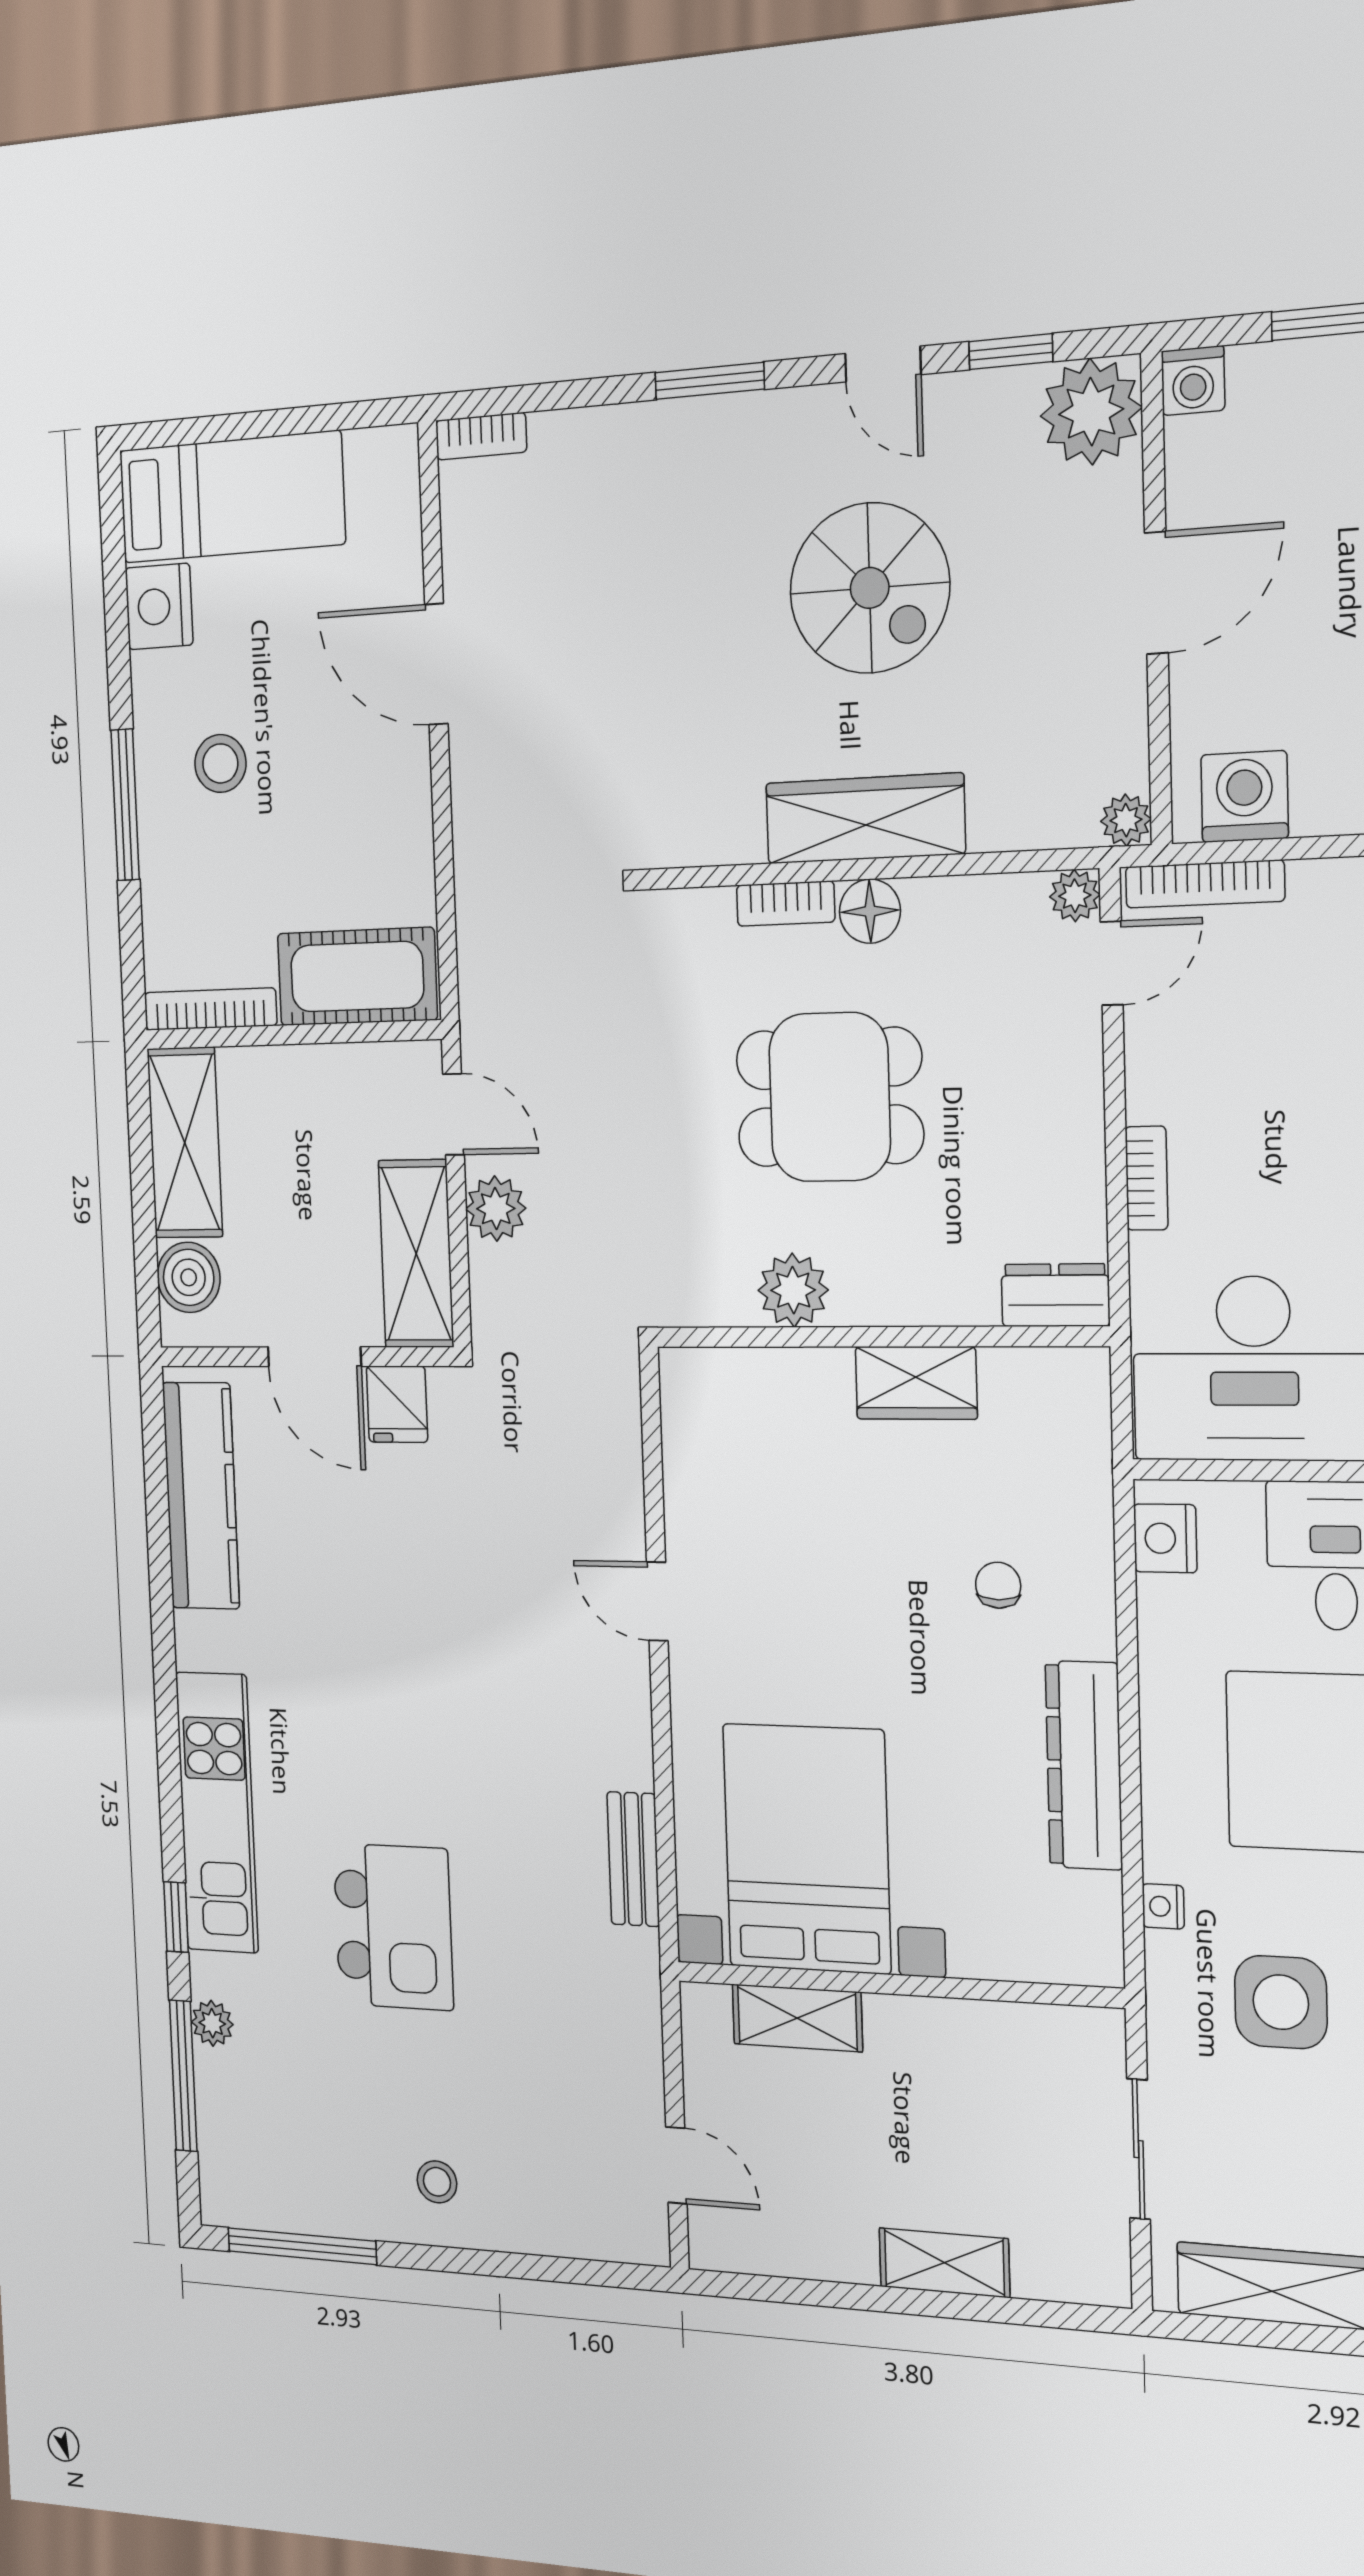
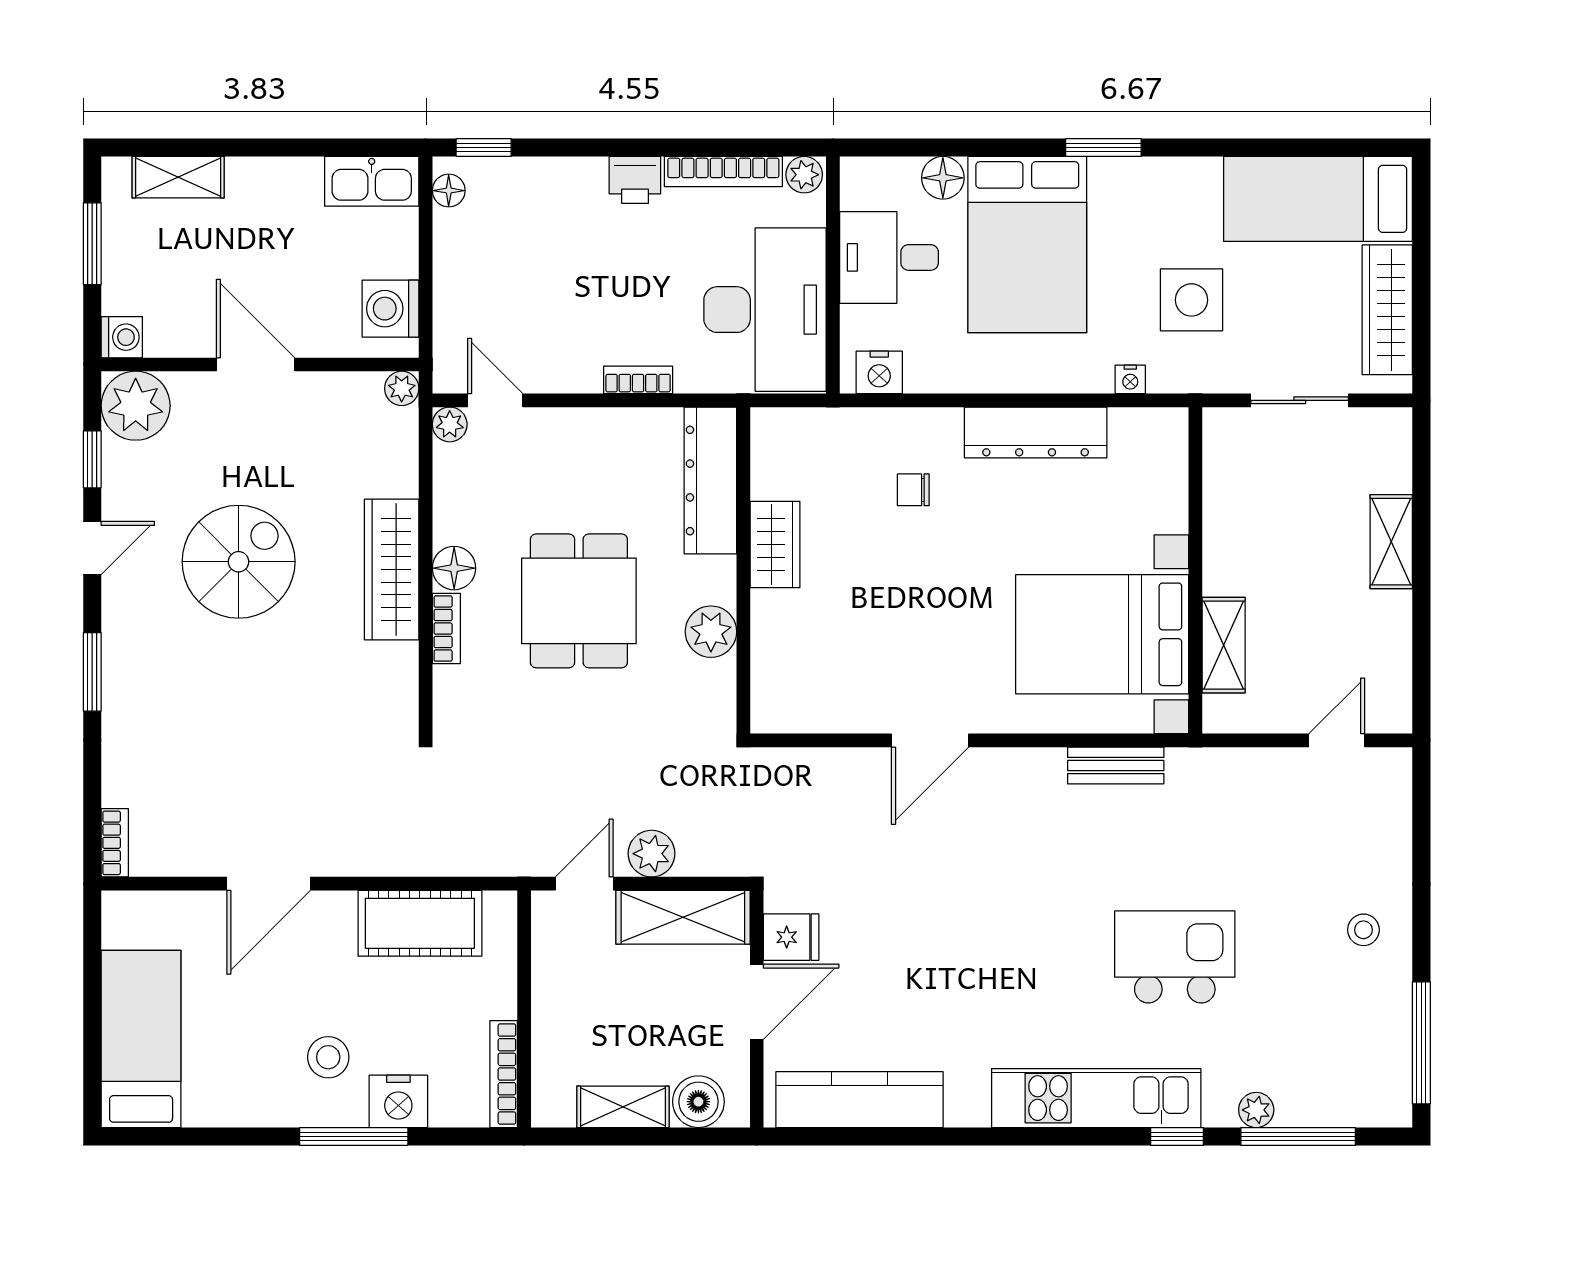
nightstand: (159, 606) -> (398, 1101), moved
bookcase: (1205, 884) -> (446, 336), removed
cot: (357, 977) -> (420, 923), moved, turned 90
shelving: (185, 1143) -> (623, 1107), width x0.67, depth x0.75
dresser: (1055, 1295) -> (710, 481), width x1.96, depth x1.24
door: (657, 1601) -> (930, 740), width x1.38

